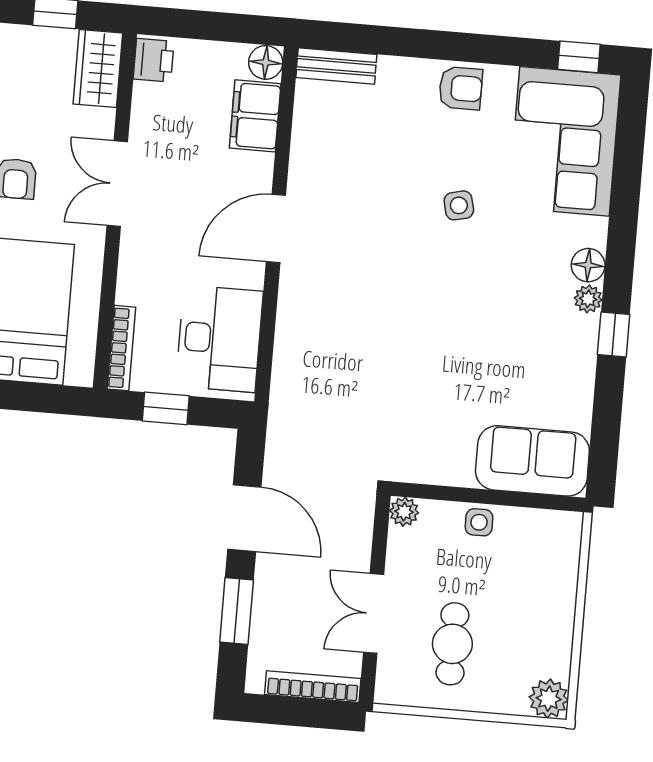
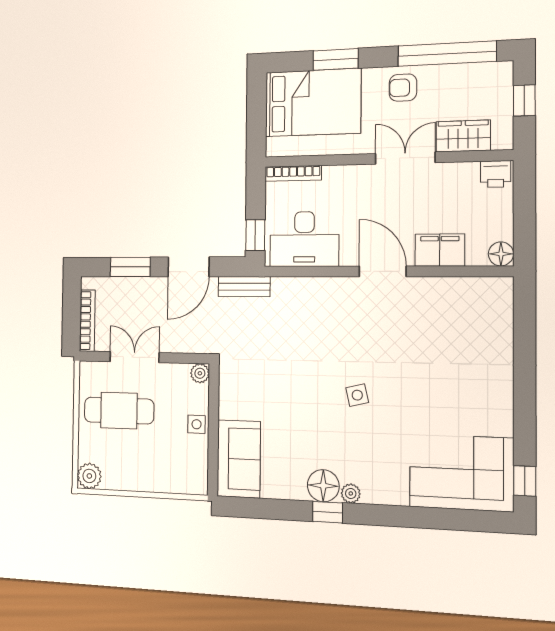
bench: (336, 66) -> (244, 287), moved, turned 90
wardrobe: (98, 68) -> (463, 136), moved
armchair: (461, 88) -> (494, 396), removed
filing cabinet: (255, 116) -> (440, 250), moved
side table: (459, 205) -> (357, 395), moved
floor lamp: (588, 265) -> (323, 486), moved, width x1.38, depth x1.38
window: (166, 408) -> (255, 235), moved
cafe table: (452, 644) -> (119, 411), width x1.37, depth x1.35

